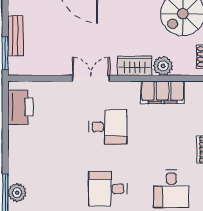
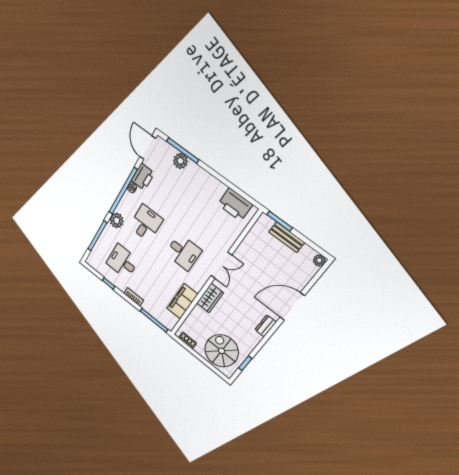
plant: (163, 66) -> (198, 314), removed
desk: (108, 127) -> (183, 252), turned -90

